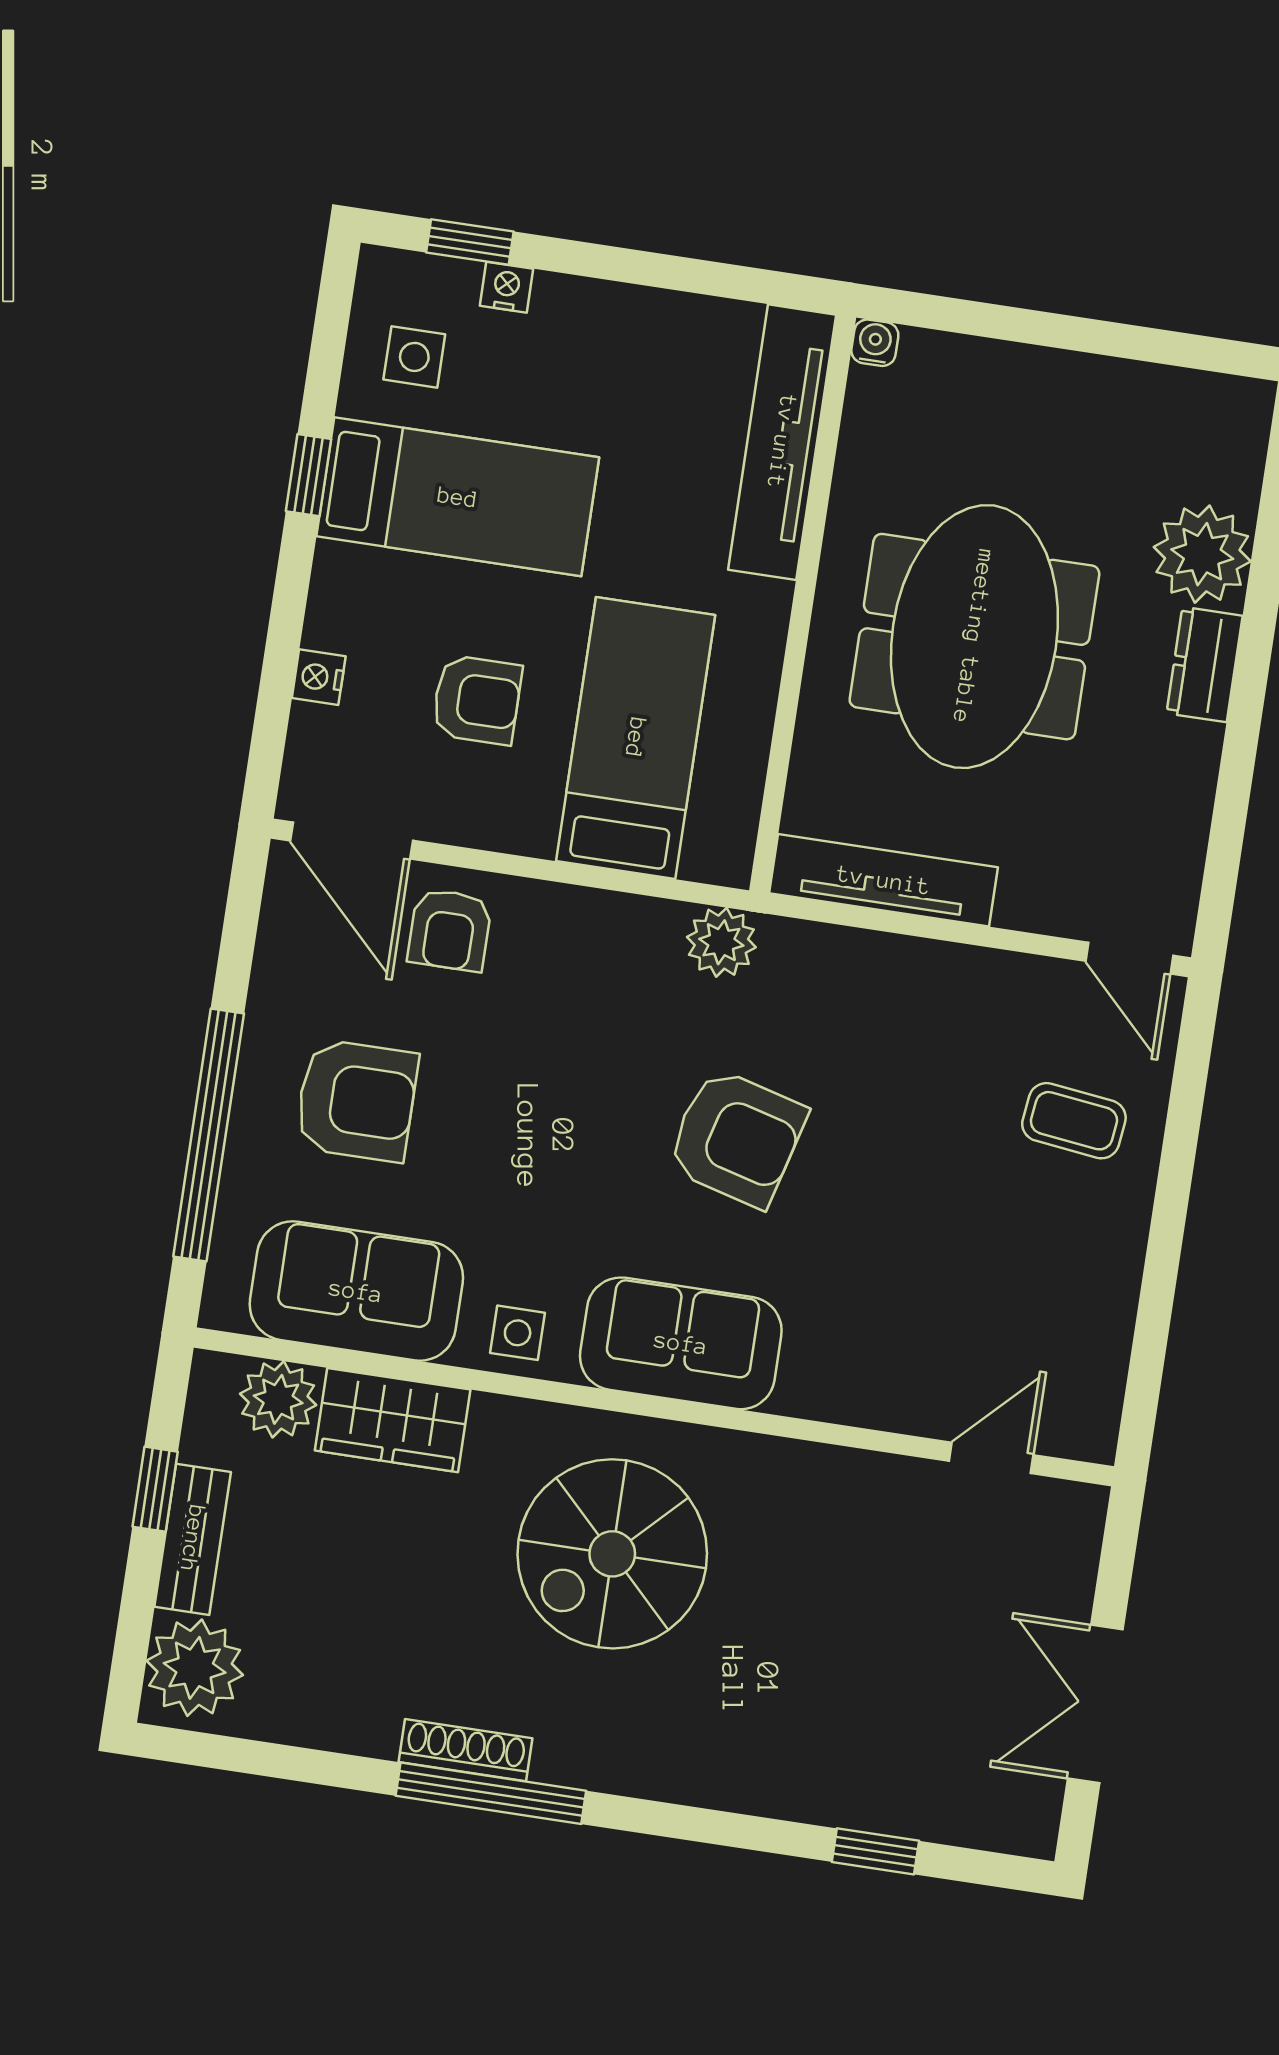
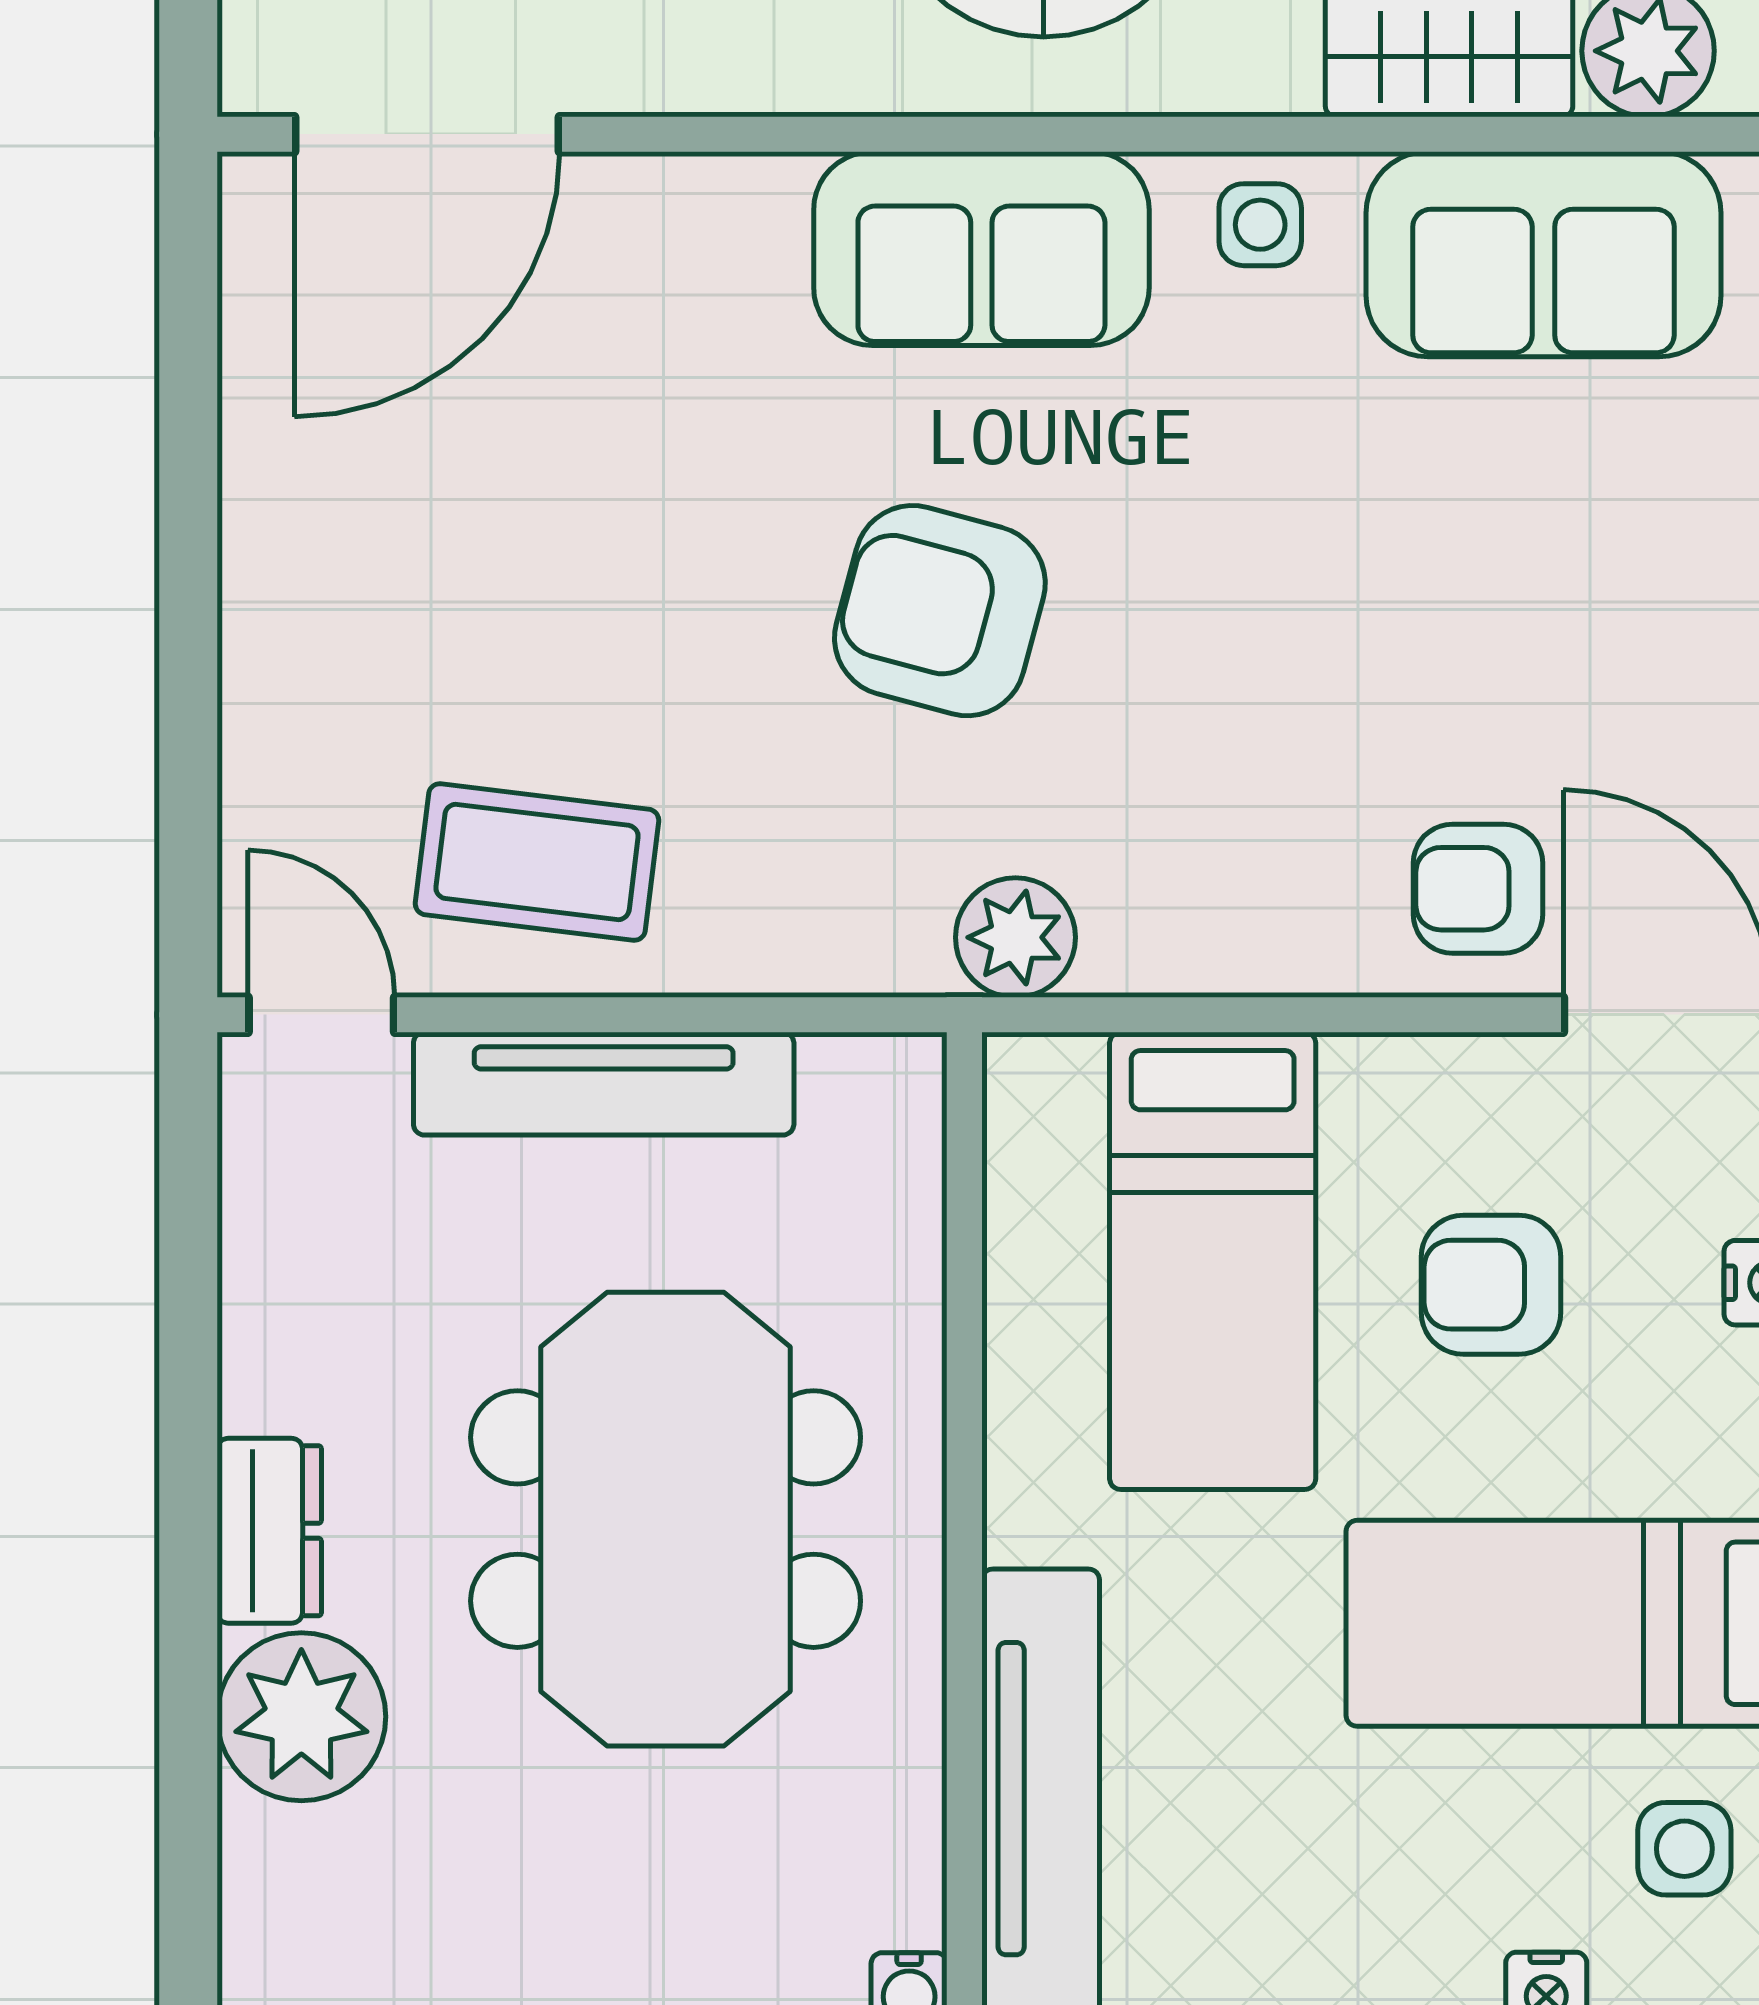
tv unit: (884, 880) -> (604, 1084), moved
armchair: (450, 930) -> (1478, 889), turned -90
armchair: (356, 1100) -> (1592, 577), removed
coffee table: (1074, 1121) -> (537, 862), moved, width x1.36, depth x1.30
door: (991, 1458) -> (427, 134), width x1.88

